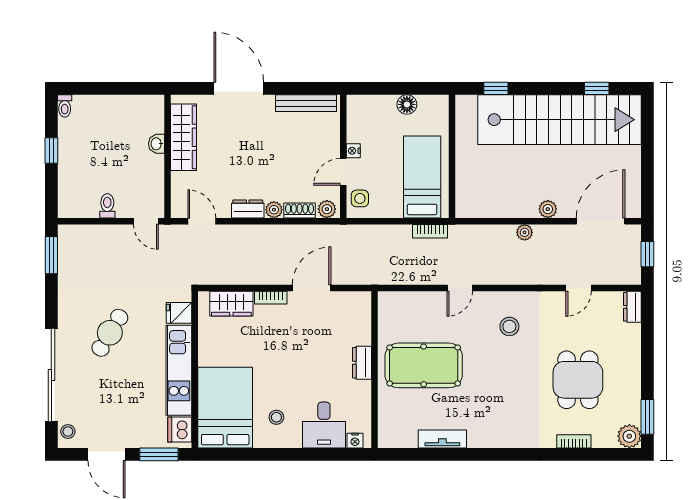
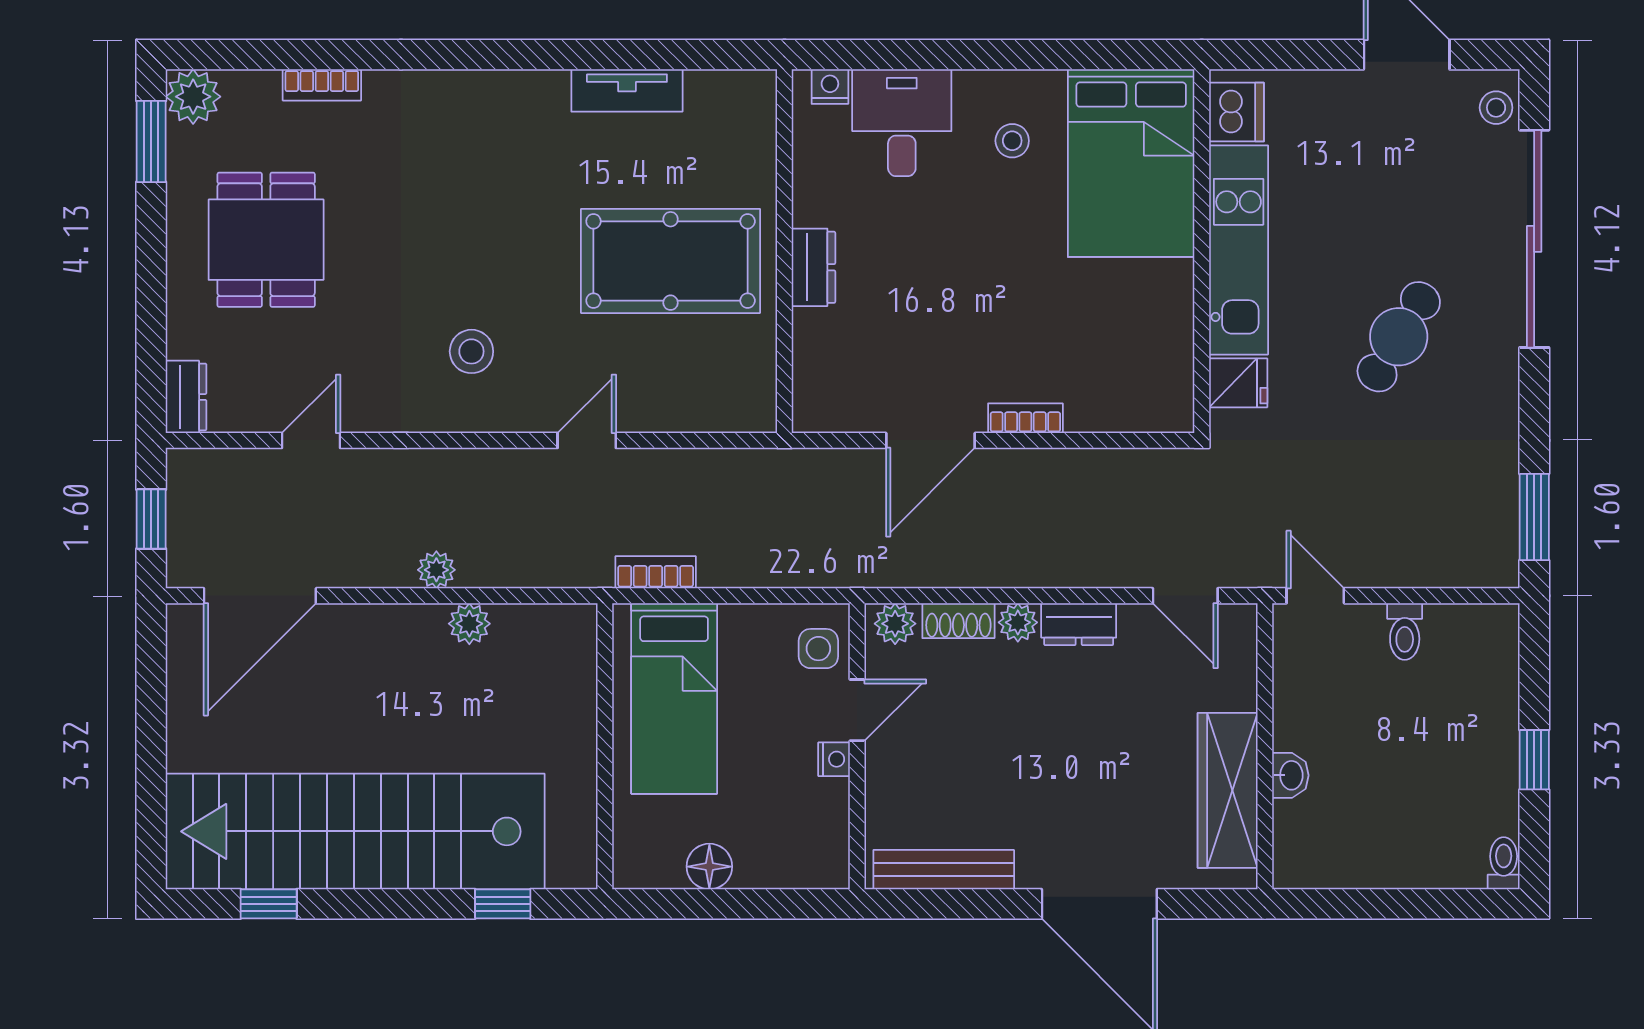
plant: (548, 209) -> (469, 624), moved
wardrobe: (231, 304) -> (1117, 404), removed
dining table: (578, 380) -> (266, 240), moved
window: (159, 454) -> (1285, 55), removed

